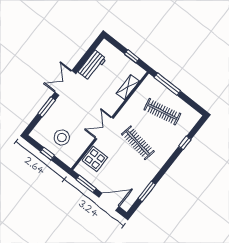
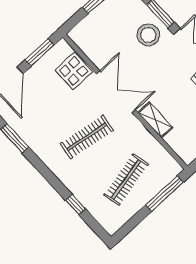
shelving: (128, 87) -> (155, 120), moved
double door: (104, 128) -> (116, 92), width x1.37
stool: (62, 137) -> (148, 35), moved

